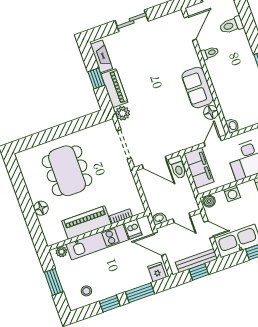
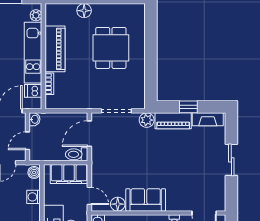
dining table: (67, 171) -> (111, 48), width x0.73

